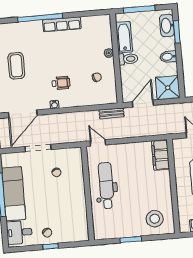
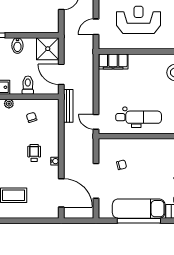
toilet: (128, 59) -> (28, 85), moved
bench: (112, 113) -> (68, 106), width x1.36
door: (98, 143) -> (96, 122), hinge flipped
doorway: (38, 148) -> (96, 181), width x1.36
dental chair: (106, 186) -> (139, 117), turned 180

